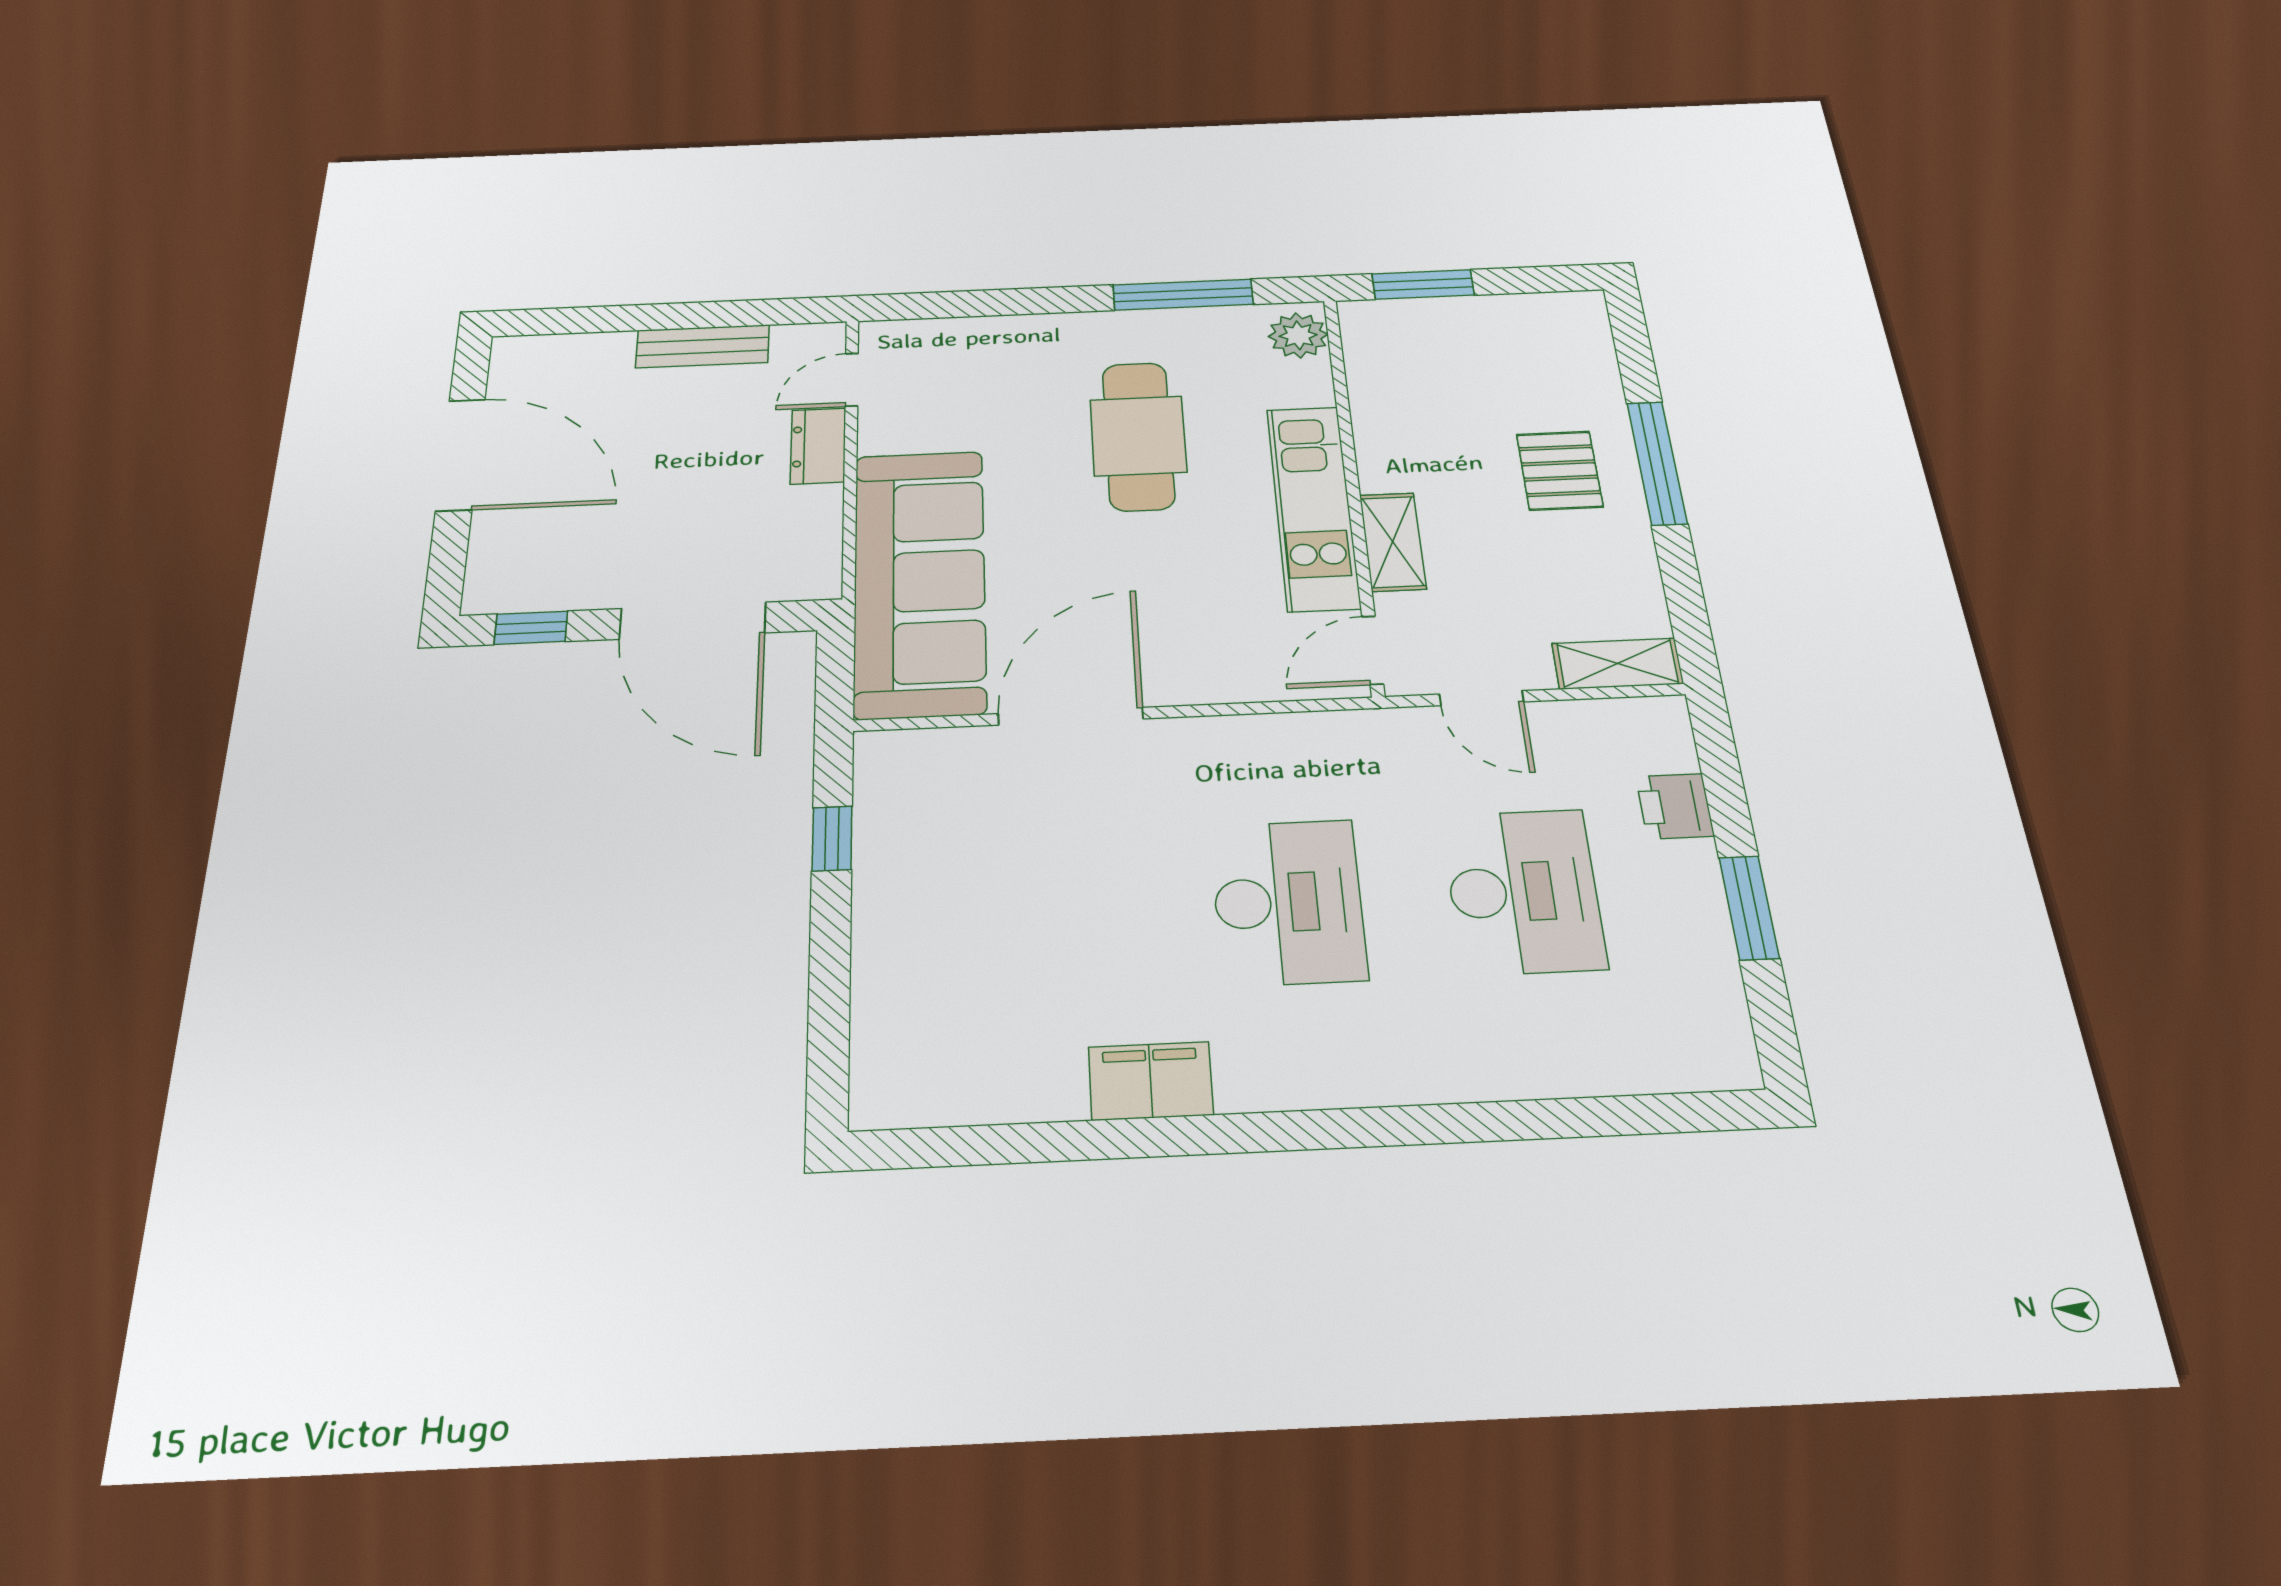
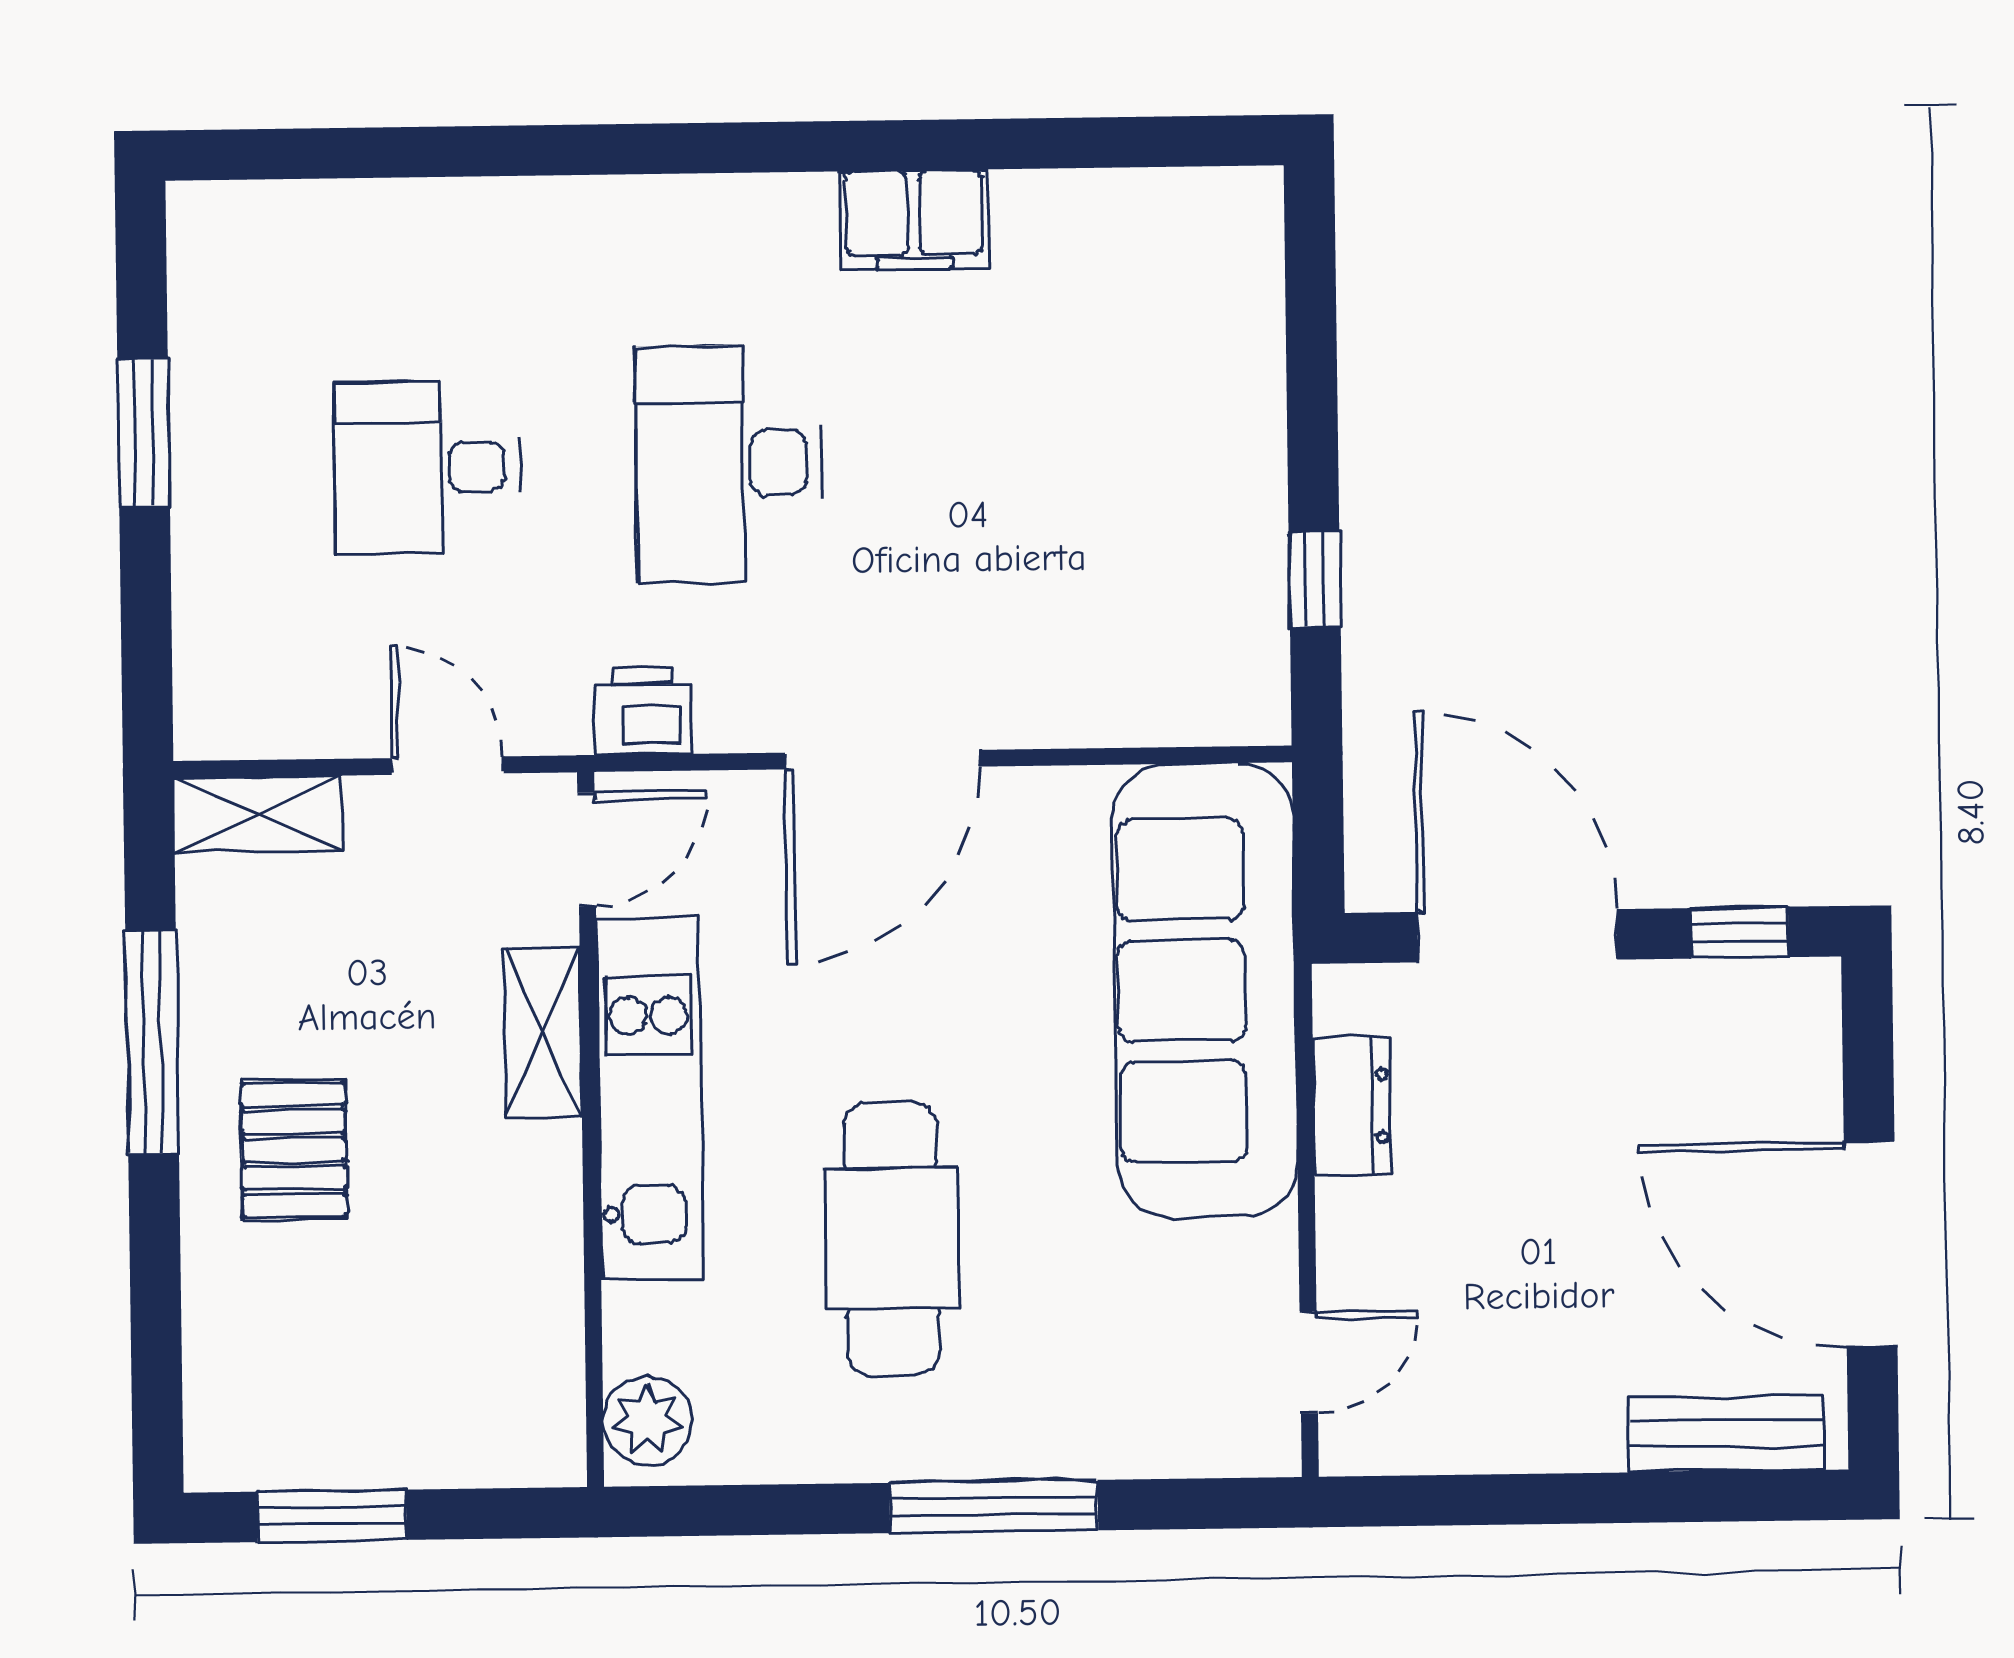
window: (1423, 284) -> (332, 1516), moved
window: (1183, 295) -> (994, 1507), moved
bench: (703, 346) -> (1726, 1434), moved
dresser: (818, 446) -> (1352, 1106), moved
window: (1657, 463) -> (152, 1042), moved
door: (1071, 716) -> (882, 760), moved
printer: (1675, 806) -> (643, 711), moved, turned -90
desk: (1523, 891) -> (427, 467), width x0.73

